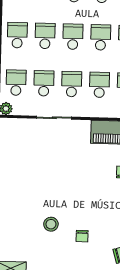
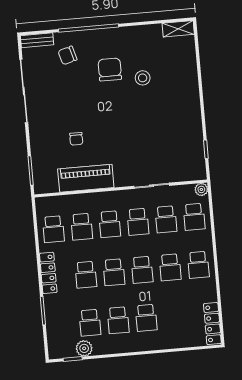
chair: (82, 236) -> (110, 69), width x1.87, depth x1.87

